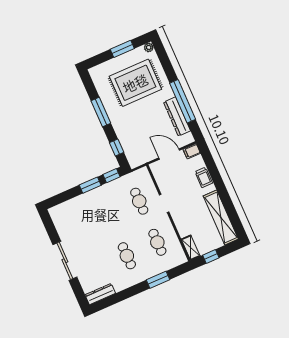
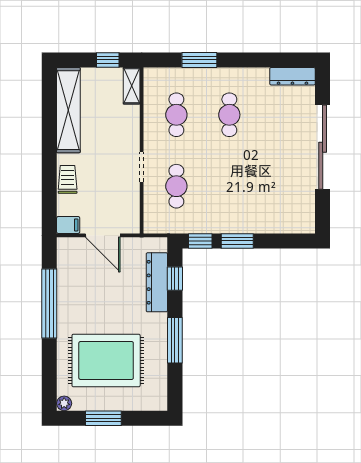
dresser: (177, 117) -> (157, 282), moved, turned 180
sliding door: (65, 261) -> (323, 147), width x1.36

